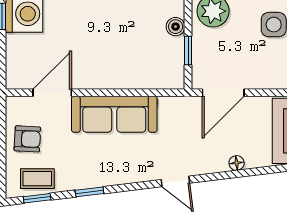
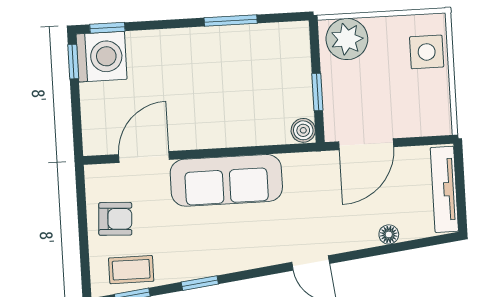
boiler: (176, 27) -> (303, 130), moved

